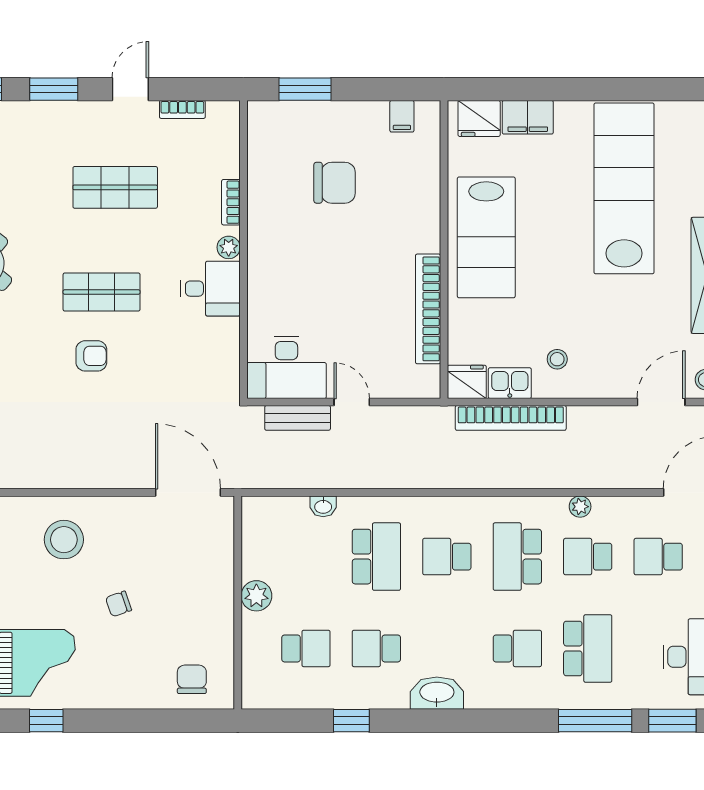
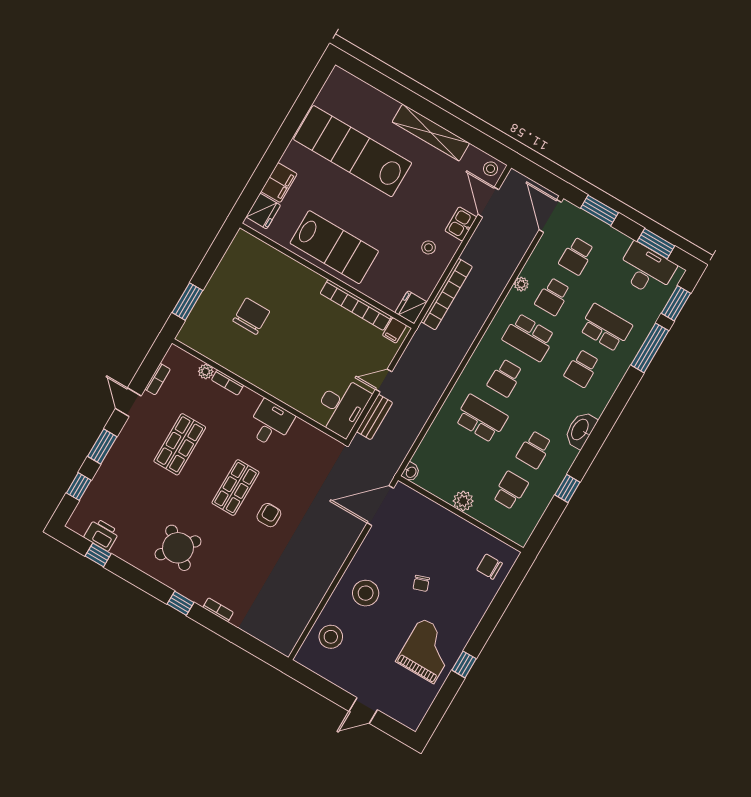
filing cabinet: (402, 116) -> (395, 330), moved, turned 90
plant: (229, 247) -> (206, 372), moved
kitchen sink: (510, 383) -> (461, 224), moved
washbasin: (323, 506) -> (411, 472), moved
school desk: (517, 648) -> (582, 368), turned 180

